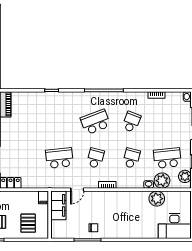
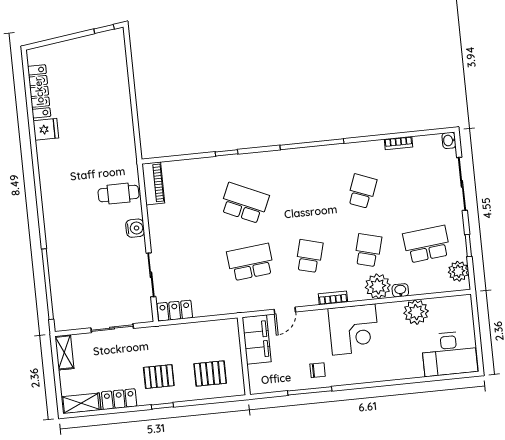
school desk: (95, 122) -> (244, 203), moved, turned 45
plant: (162, 181) -> (378, 286), moved
filing cabinet: (43, 197) -> (231, 329), removed
corner desk: (118, 205) -> (354, 330), added
pallet: (28, 223) -> (210, 373), turned 90

